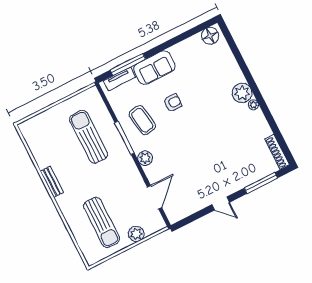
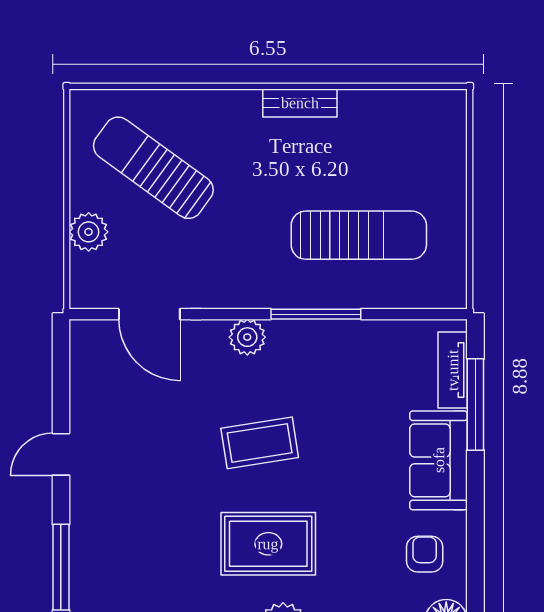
armchair: (173, 103) -> (425, 554), moved, turned 180
rug: (215, 113) -> (268, 544), added
coffee table: (142, 120) -> (260, 443), moved
sun lounger: (102, 222) -> (153, 168), turned 36

